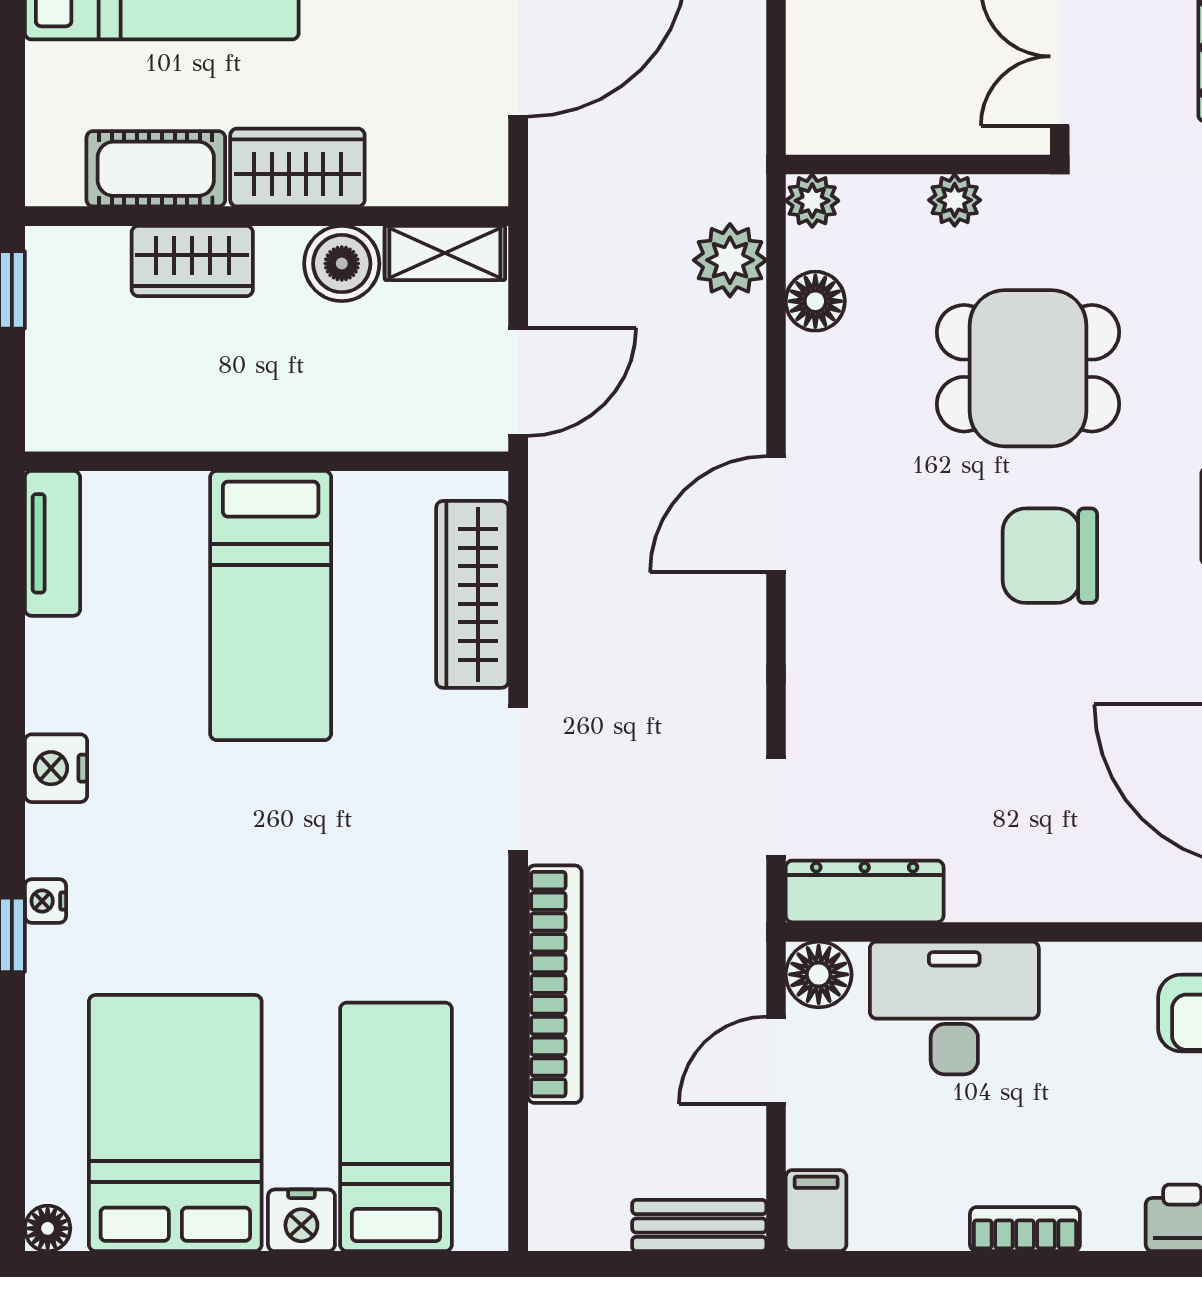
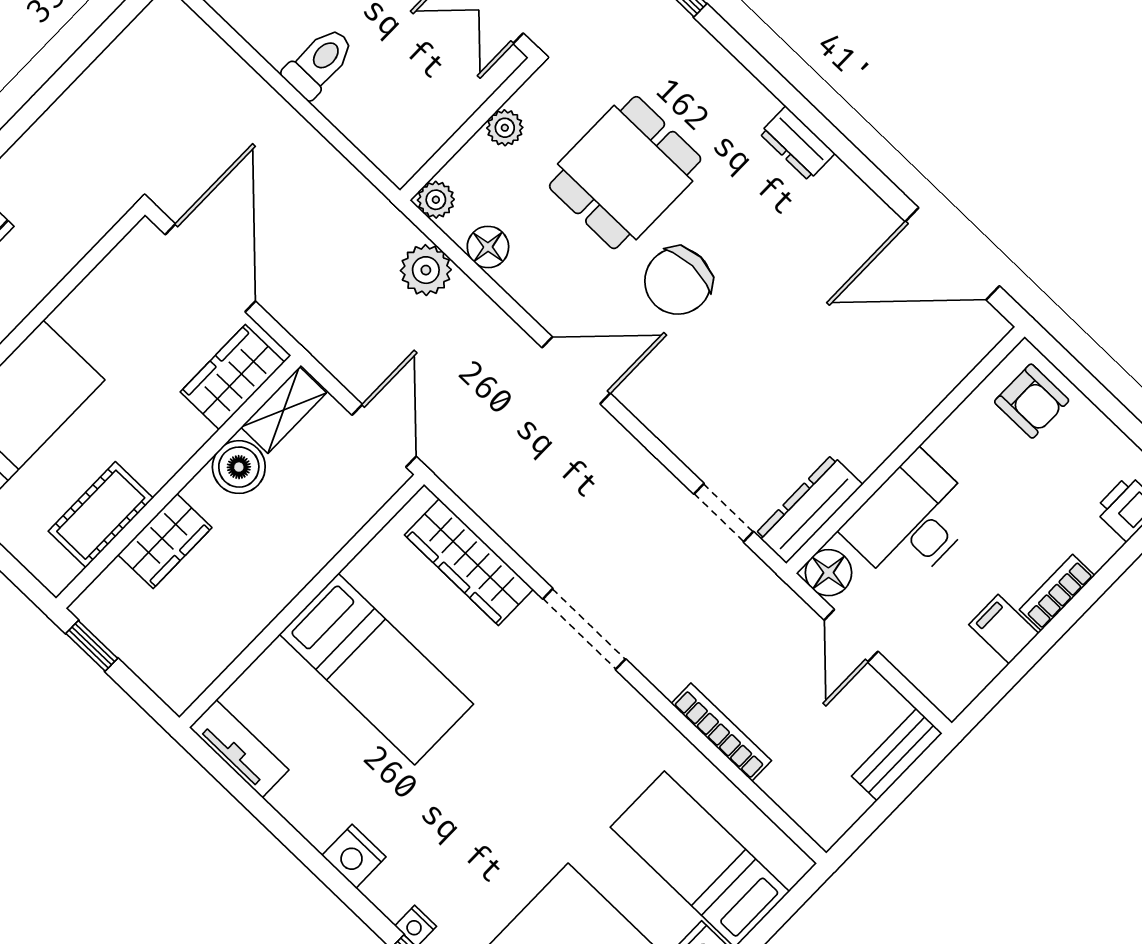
wardrobe: (297, 168) -> (232, 377), moved
door: (776, 514) -> (576, 370), swing flipped
chair: (1050, 556) -> (678, 281), moved
bookcase: (555, 984) -> (721, 732), width x0.68, depth x0.76
filing cabinet: (816, 1211) -> (1004, 629), moved

